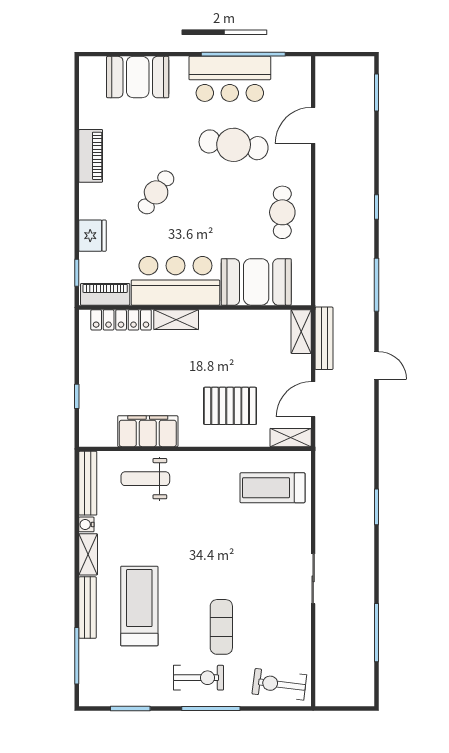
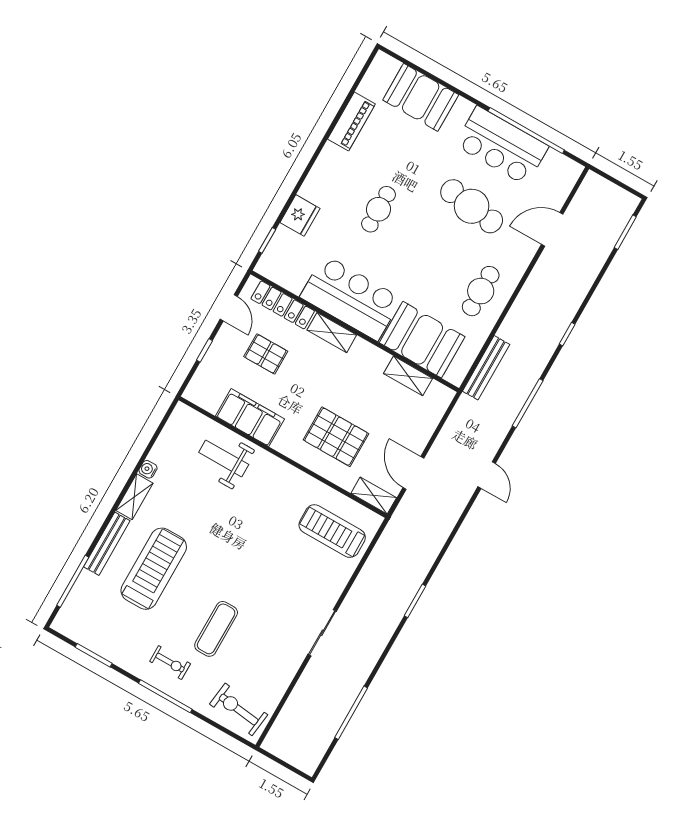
piano: (91, 156) -> (351, 121), moved
cafe table: (156, 192) -> (378, 209), turned -35
piano: (105, 294) -> (281, 274), removed
shelving: (301, 332) -> (408, 376), moved, turned 90
bench: (324, 338) -> (486, 368), moved
door: (77, 348) -> (229, 308), added
pallet: (130, 370) -> (266, 354), added
door: (313, 399) -> (413, 473), hinge flipped
bench: (88, 483) -> (170, 433), removed
exercise bike: (199, 678) -> (170, 663), width x0.73, depth x0.72

